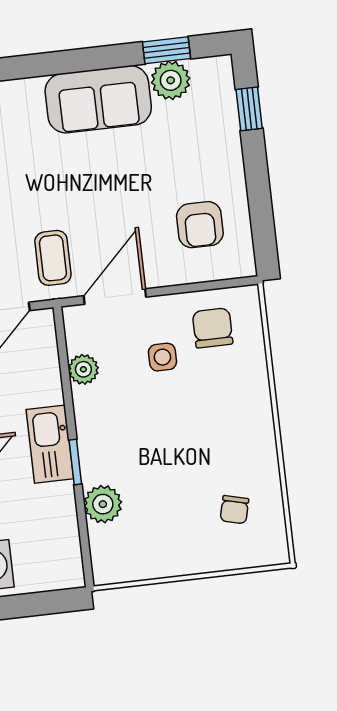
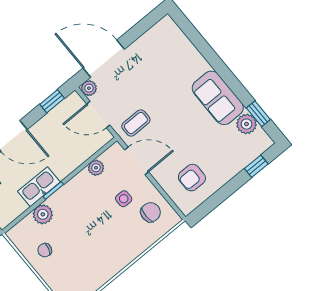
kitchen sink: (50, 444) -> (39, 187), moved
chair: (234, 510) -> (45, 250), moved

